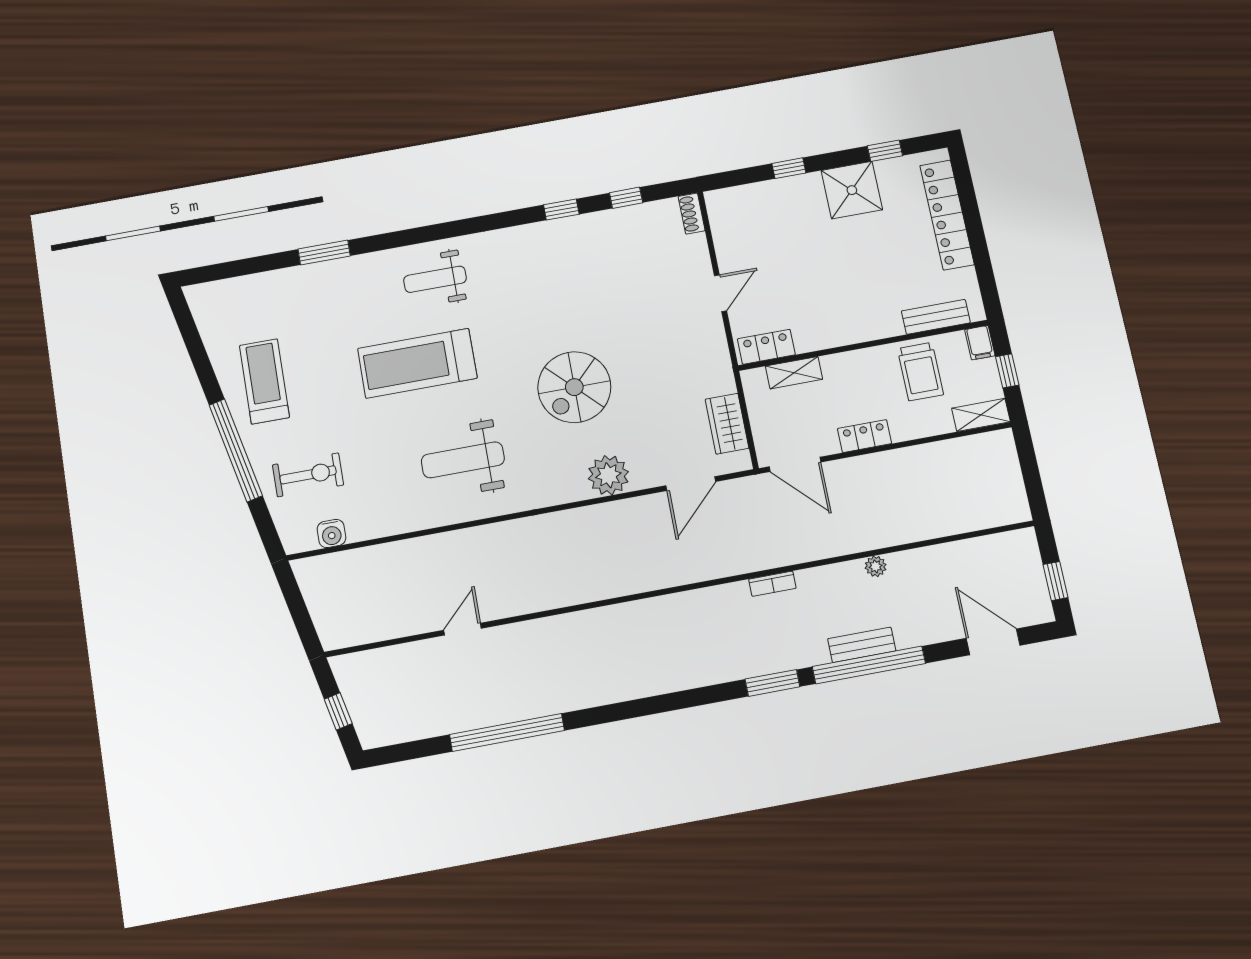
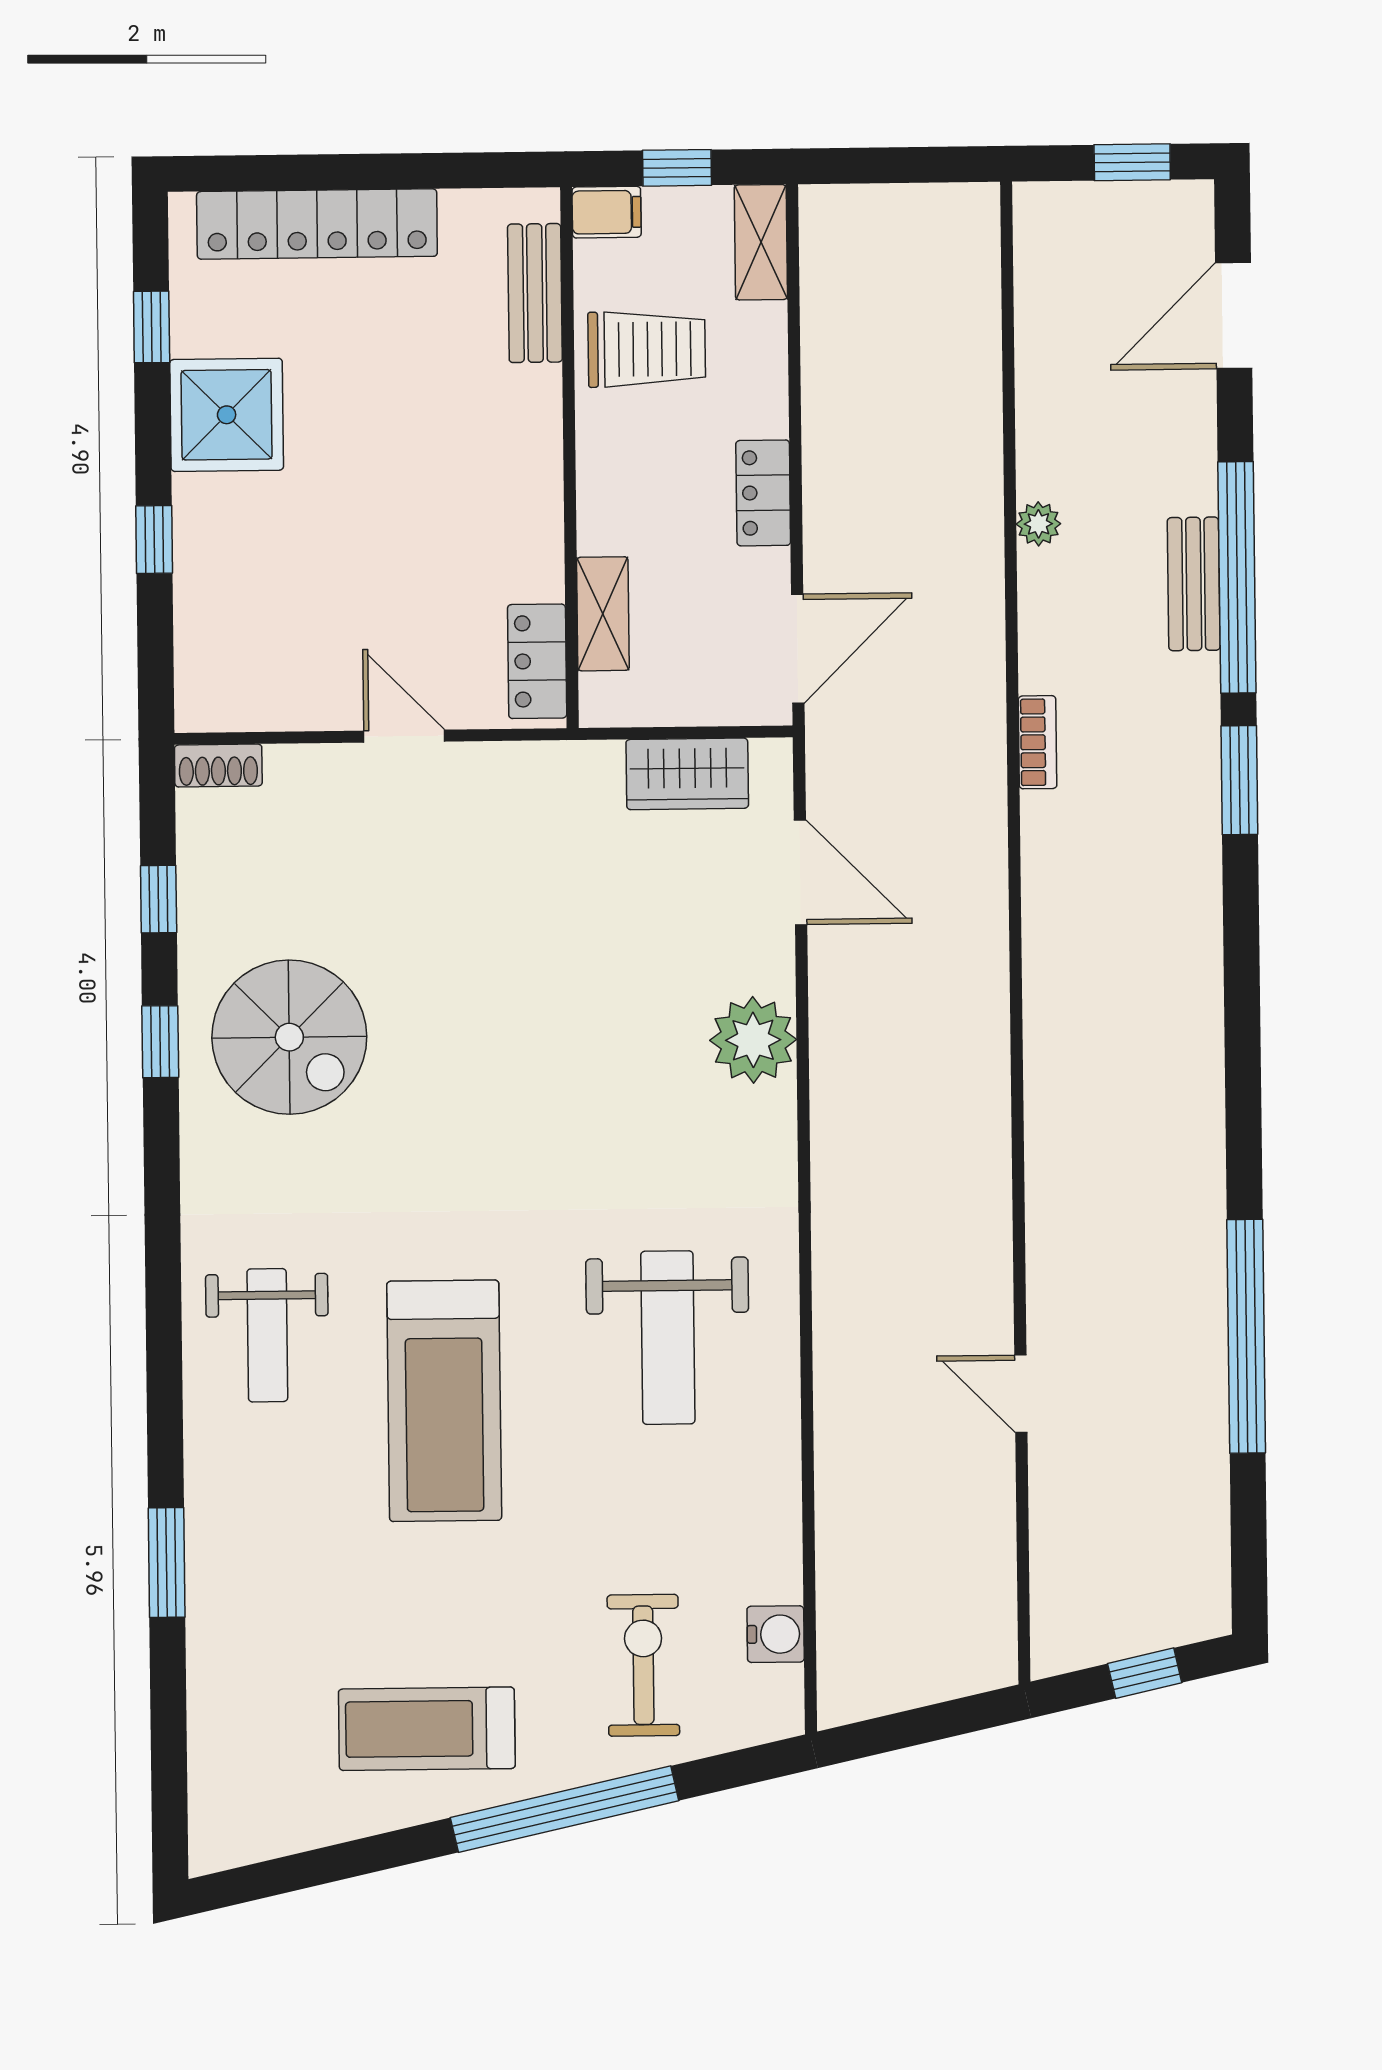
spiral stairs: (574, 387) -> (289, 1037), moved

